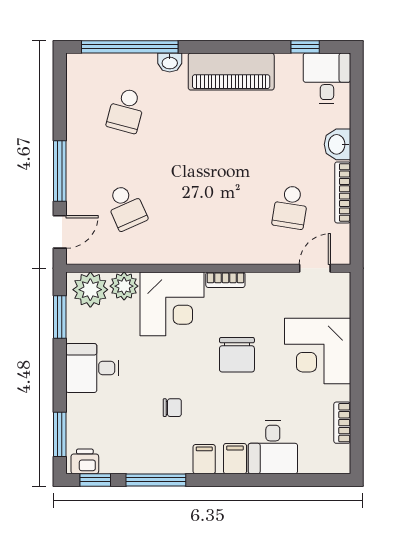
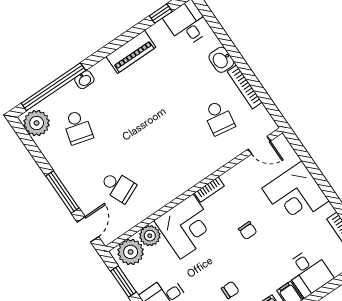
piano: (231, 72) -> (131, 52), width x0.73, depth x0.75
plant: (83, 74) -> (37, 123), added
door: (315, 268) -> (259, 145), swing flipped
chair: (237, 355) -> (248, 231), width x0.54, depth x0.54

